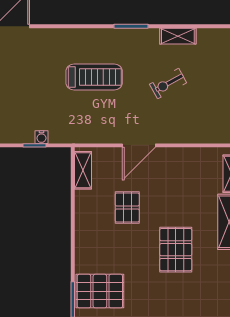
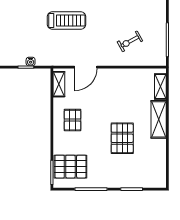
exercise bike: (168, 84) -> (130, 41), moved
door: (139, 145) -> (86, 67), moved
pallet: (127, 207) -> (73, 120), moved

